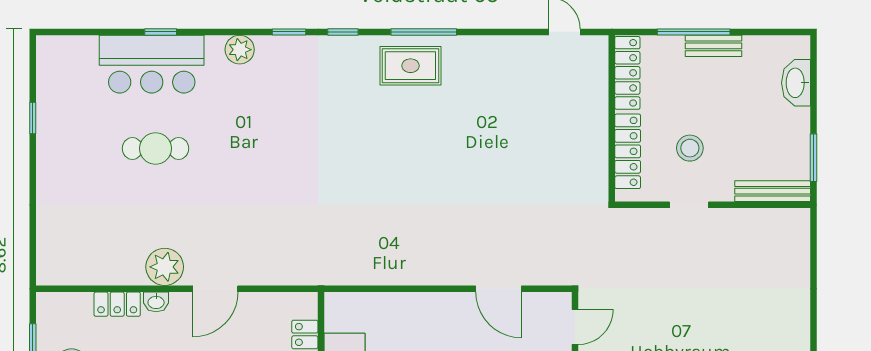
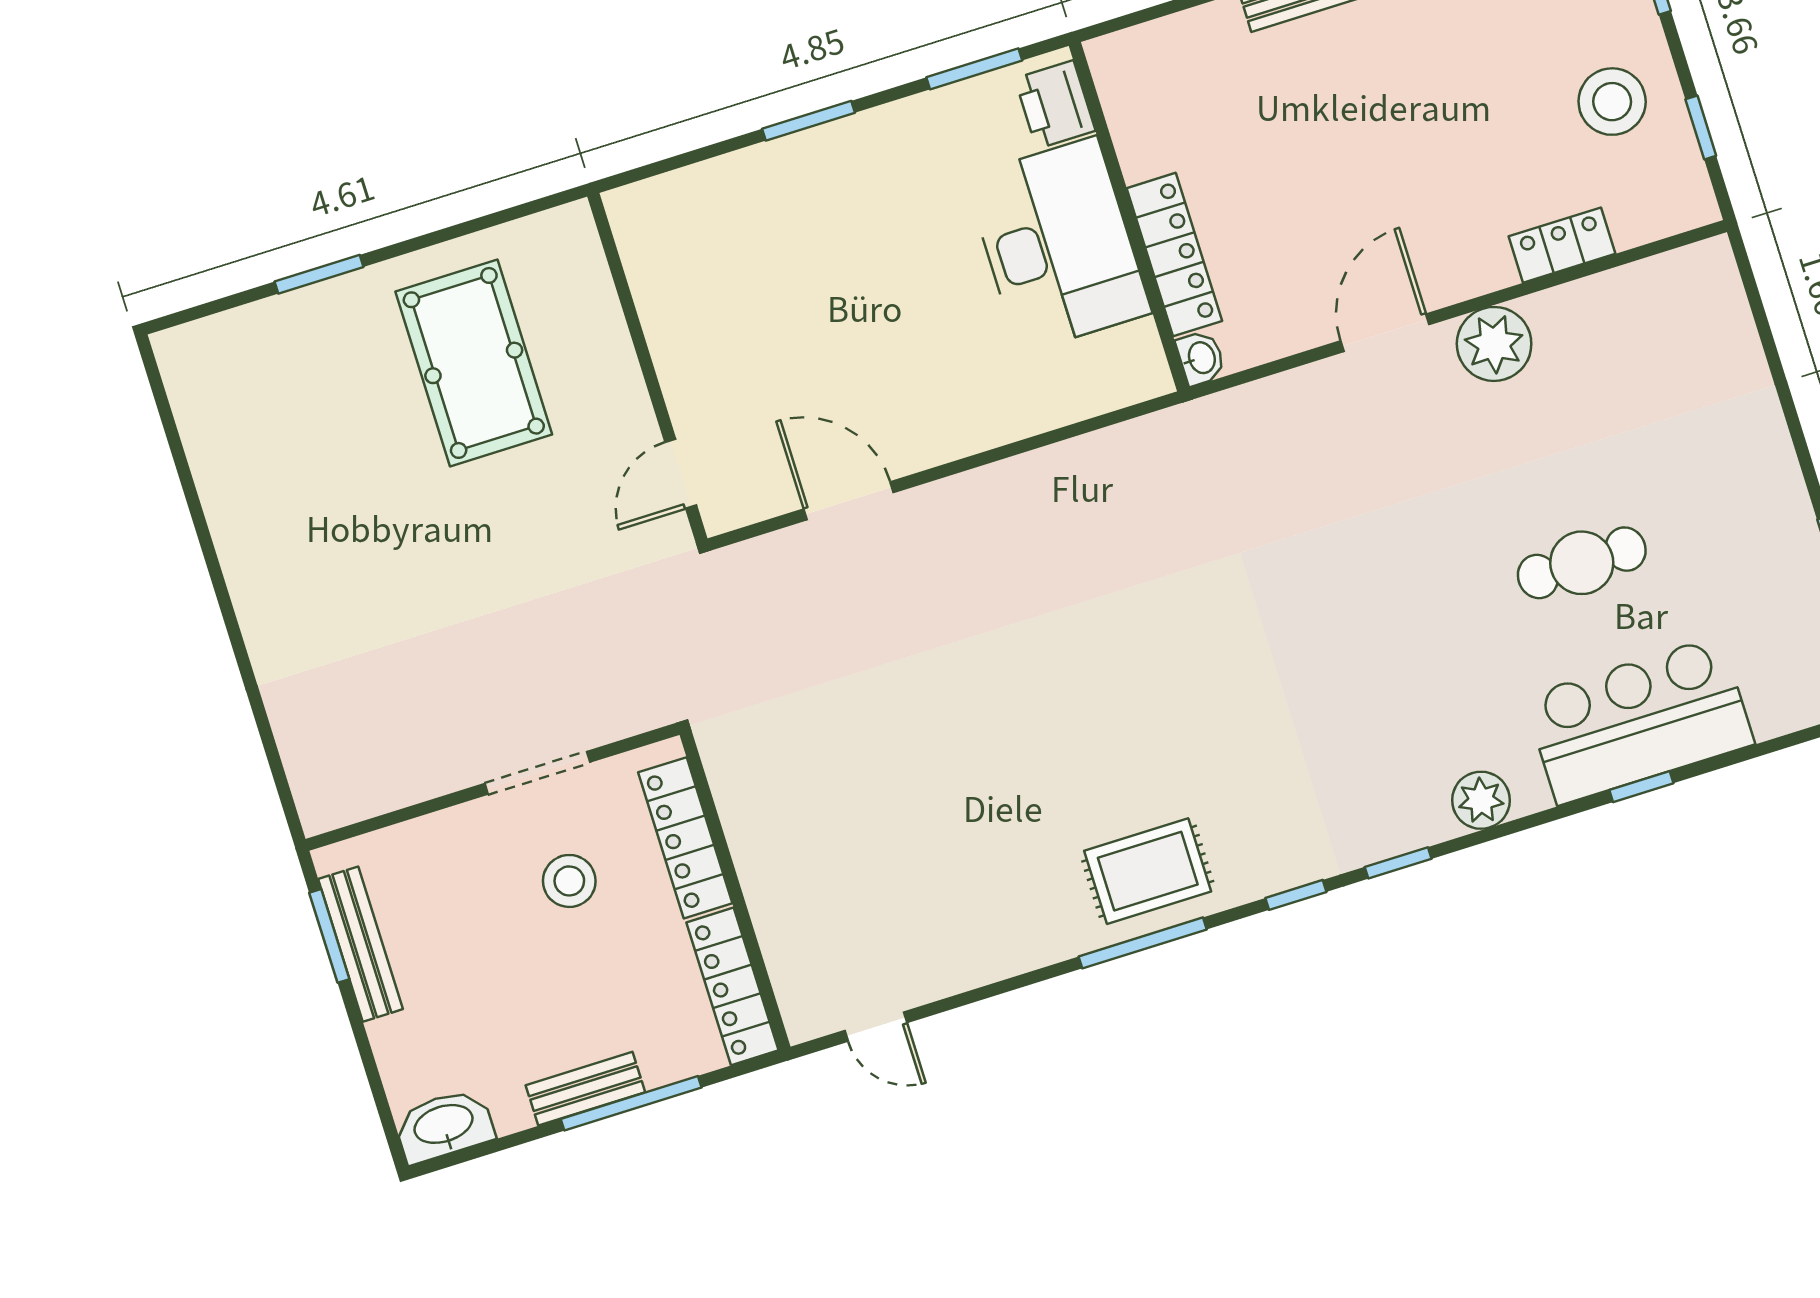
washbasin: (796, 83) -> (444, 1126), moved, turned -90
bench: (773, 191) -> (360, 944), moved, turned 90
doorway: (689, 205) -> (537, 773), width x1.38
washbasin: (156, 302) -> (1201, 358), moved, turned 90

